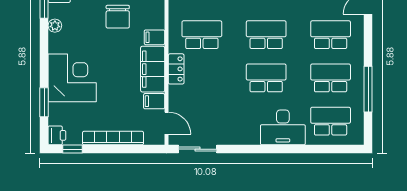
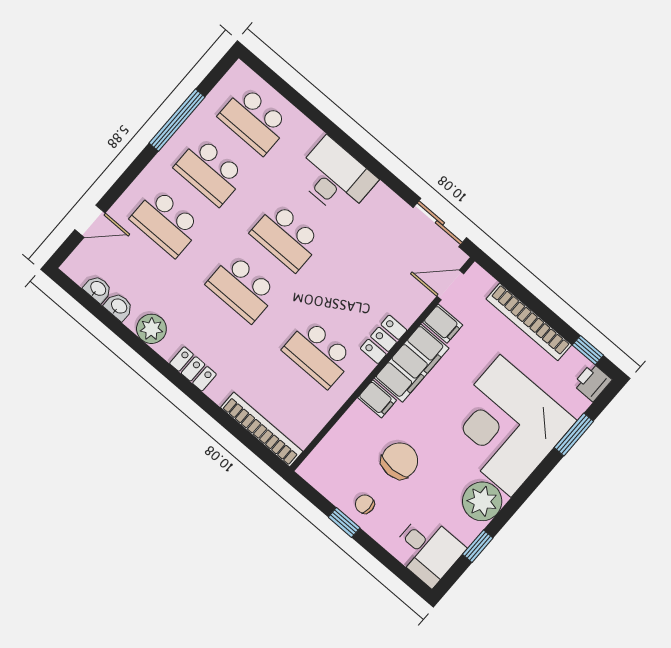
plant: (55, 26) -> (482, 501), width x1.87, depth x1.87
corner desk: (72, 78) -> (506, 426), width x1.36, depth x1.36
door: (167, 123) -> (450, 285), hinge flipped
desk: (283, 127) -> (335, 177), moved

